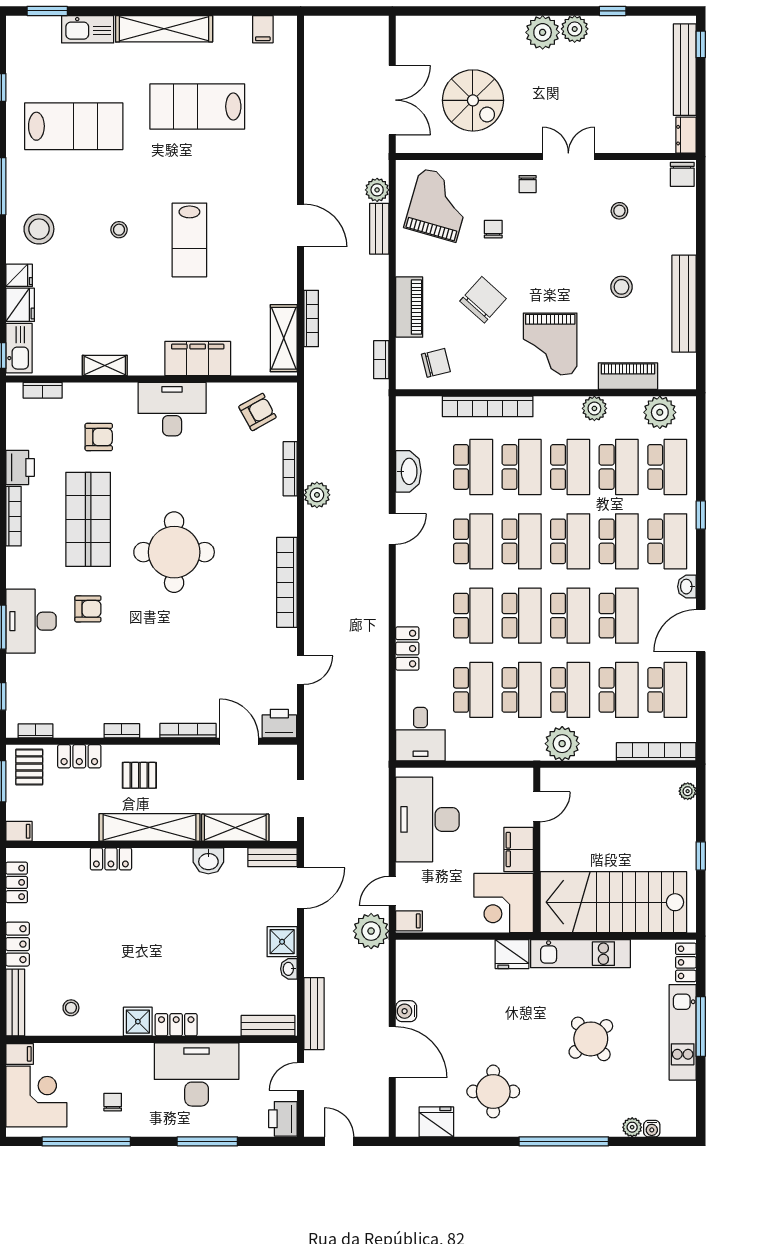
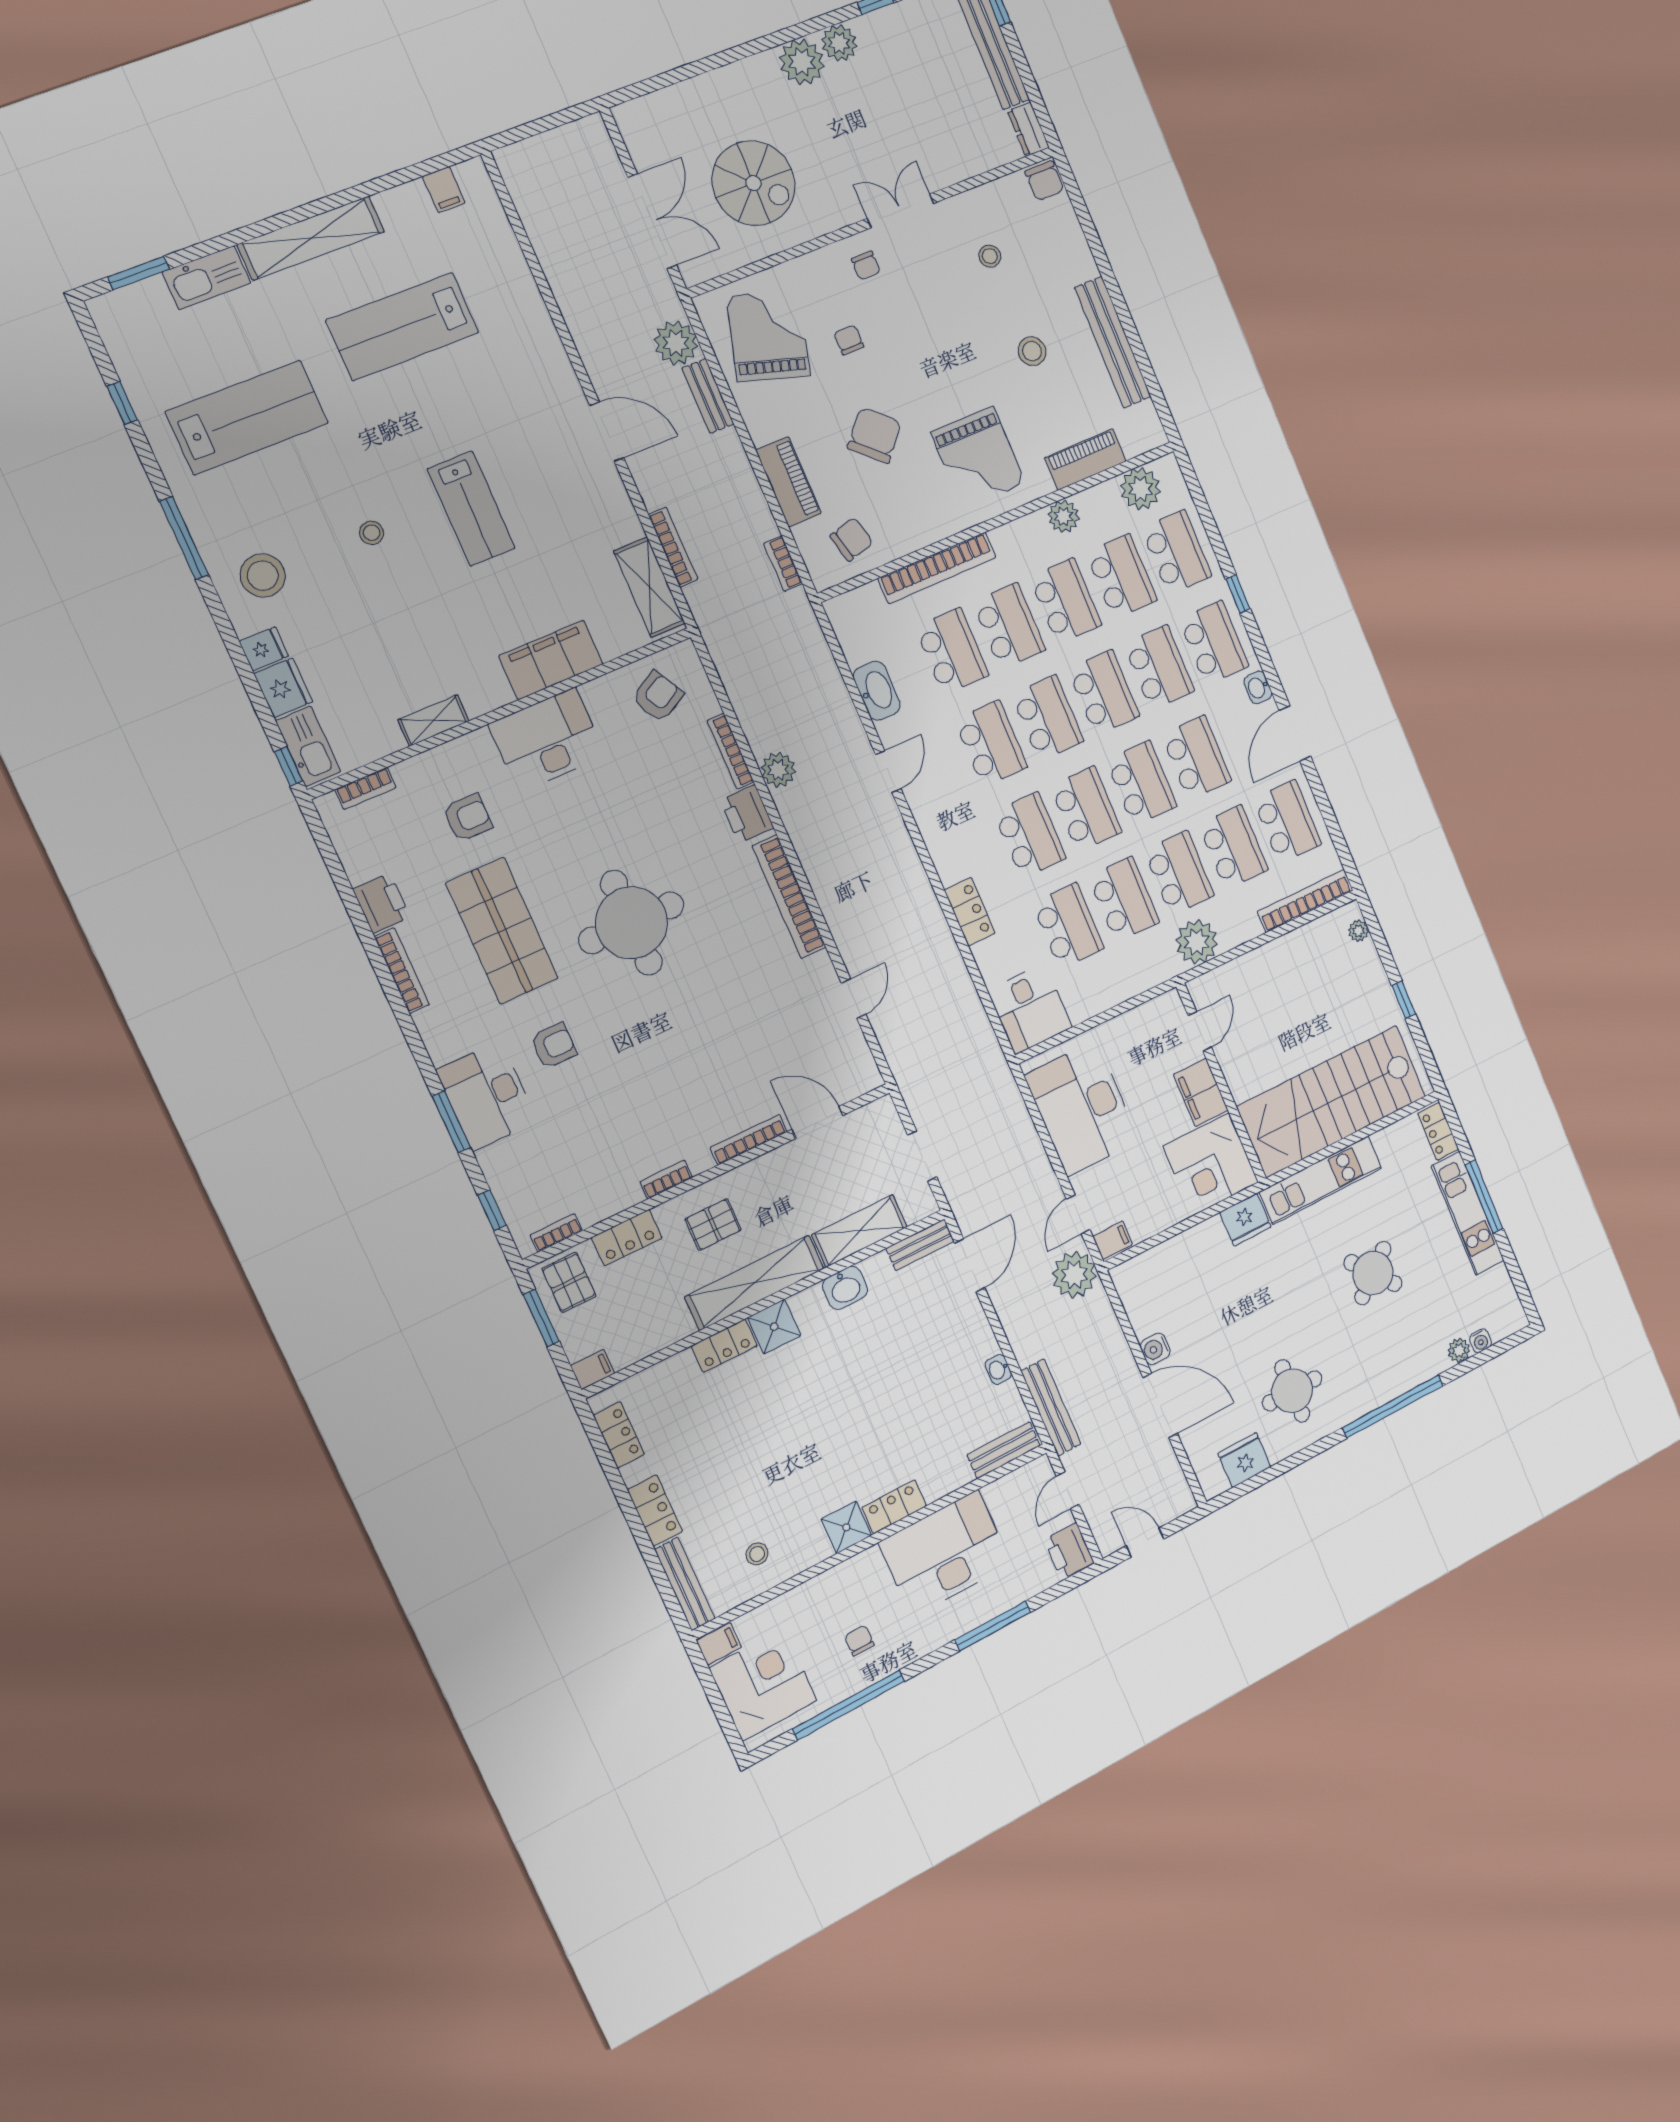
plant: (377, 190) -> (676, 343), width x1.36, depth x1.36
printer: (279, 724) -> (747, 814), moved, turned -90
shower: (282, 942) -> (774, 1327), moved

